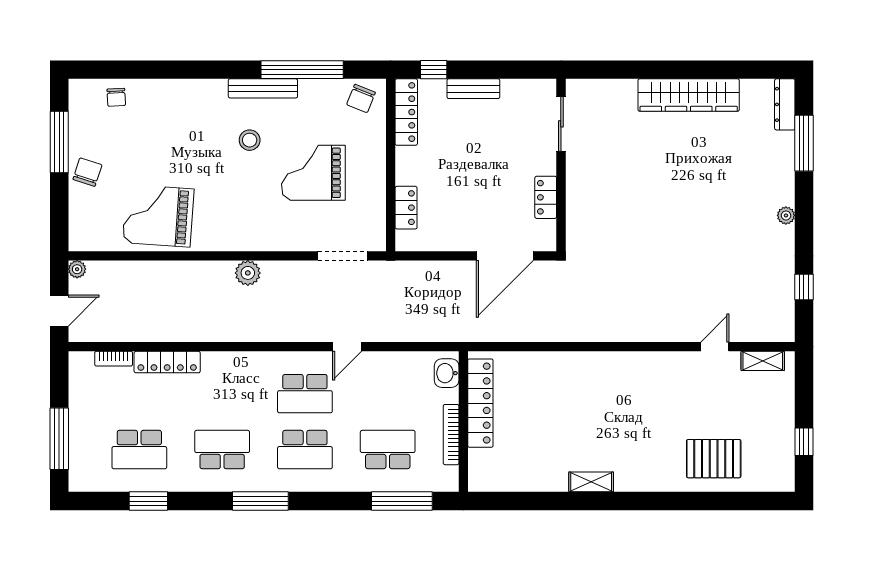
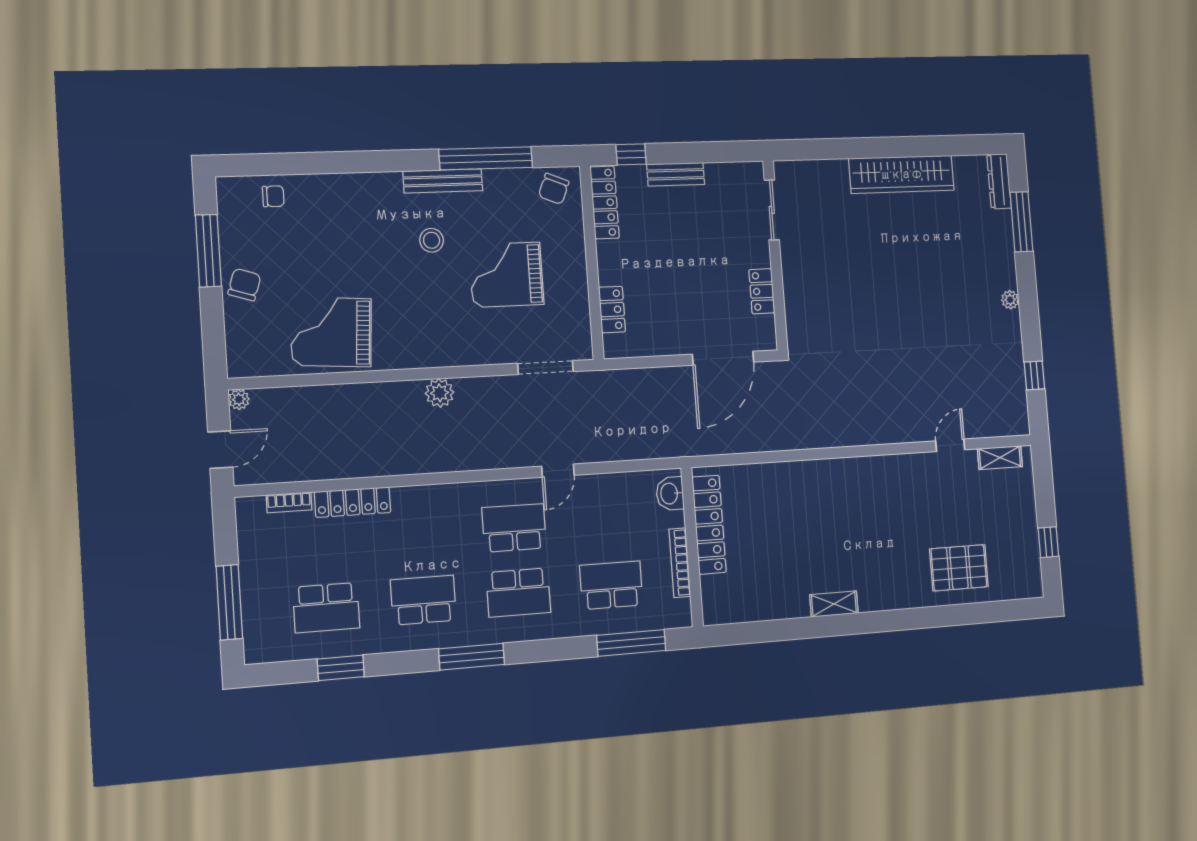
chair: (116, 97) -> (273, 196), turned -87
school desk: (305, 394) -> (514, 528), turned 180

